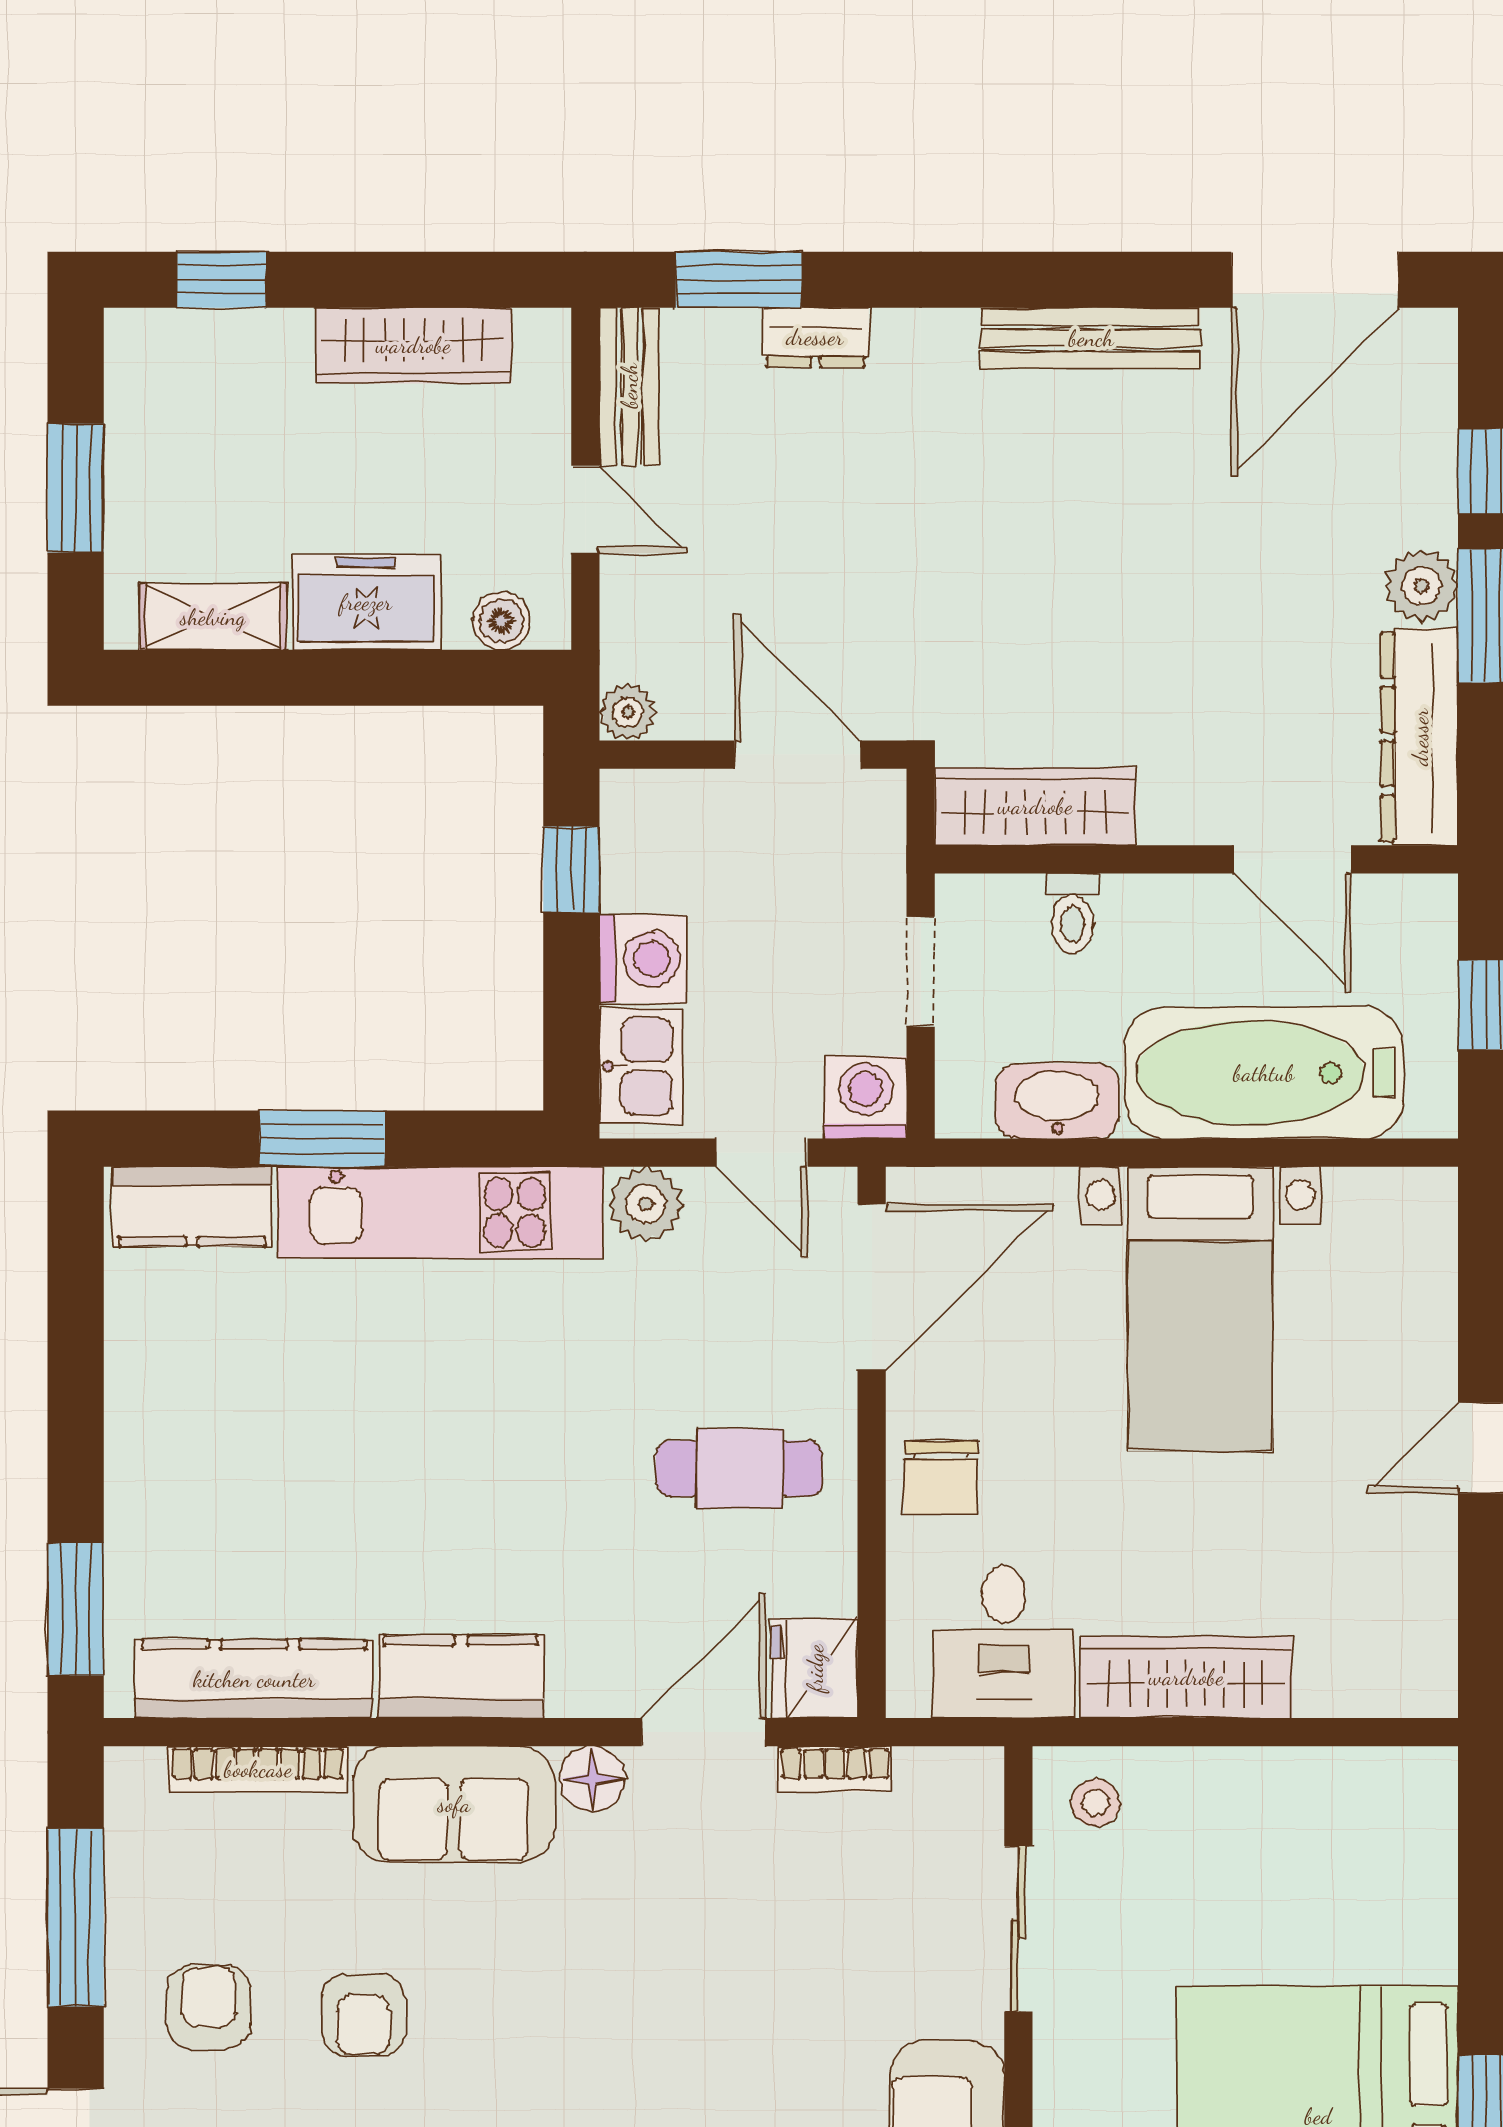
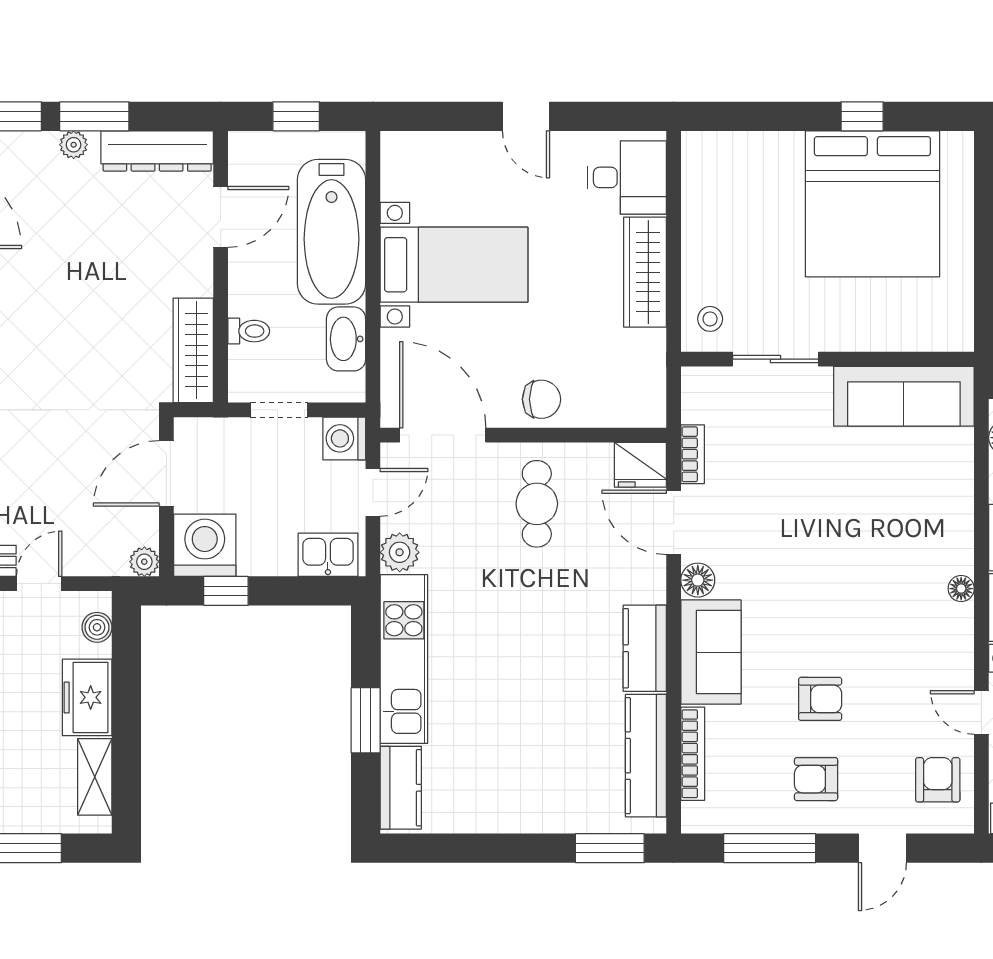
plant: (1421, 586) -> (74, 145), width x0.73, depth x0.73
washing machine: (643, 959) -> (205, 545), moved, width x1.37, depth x1.37
desk: (1004, 1642) -> (627, 177), moved

